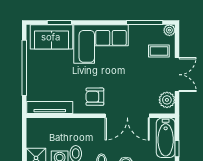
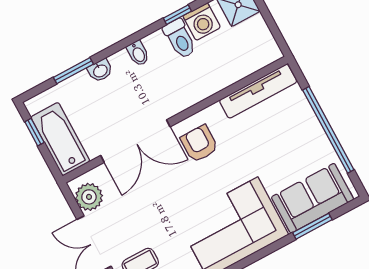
armchair: (95, 97) -> (199, 144), turned -90
double door: (127, 116) -> (135, 141), swing flipped

